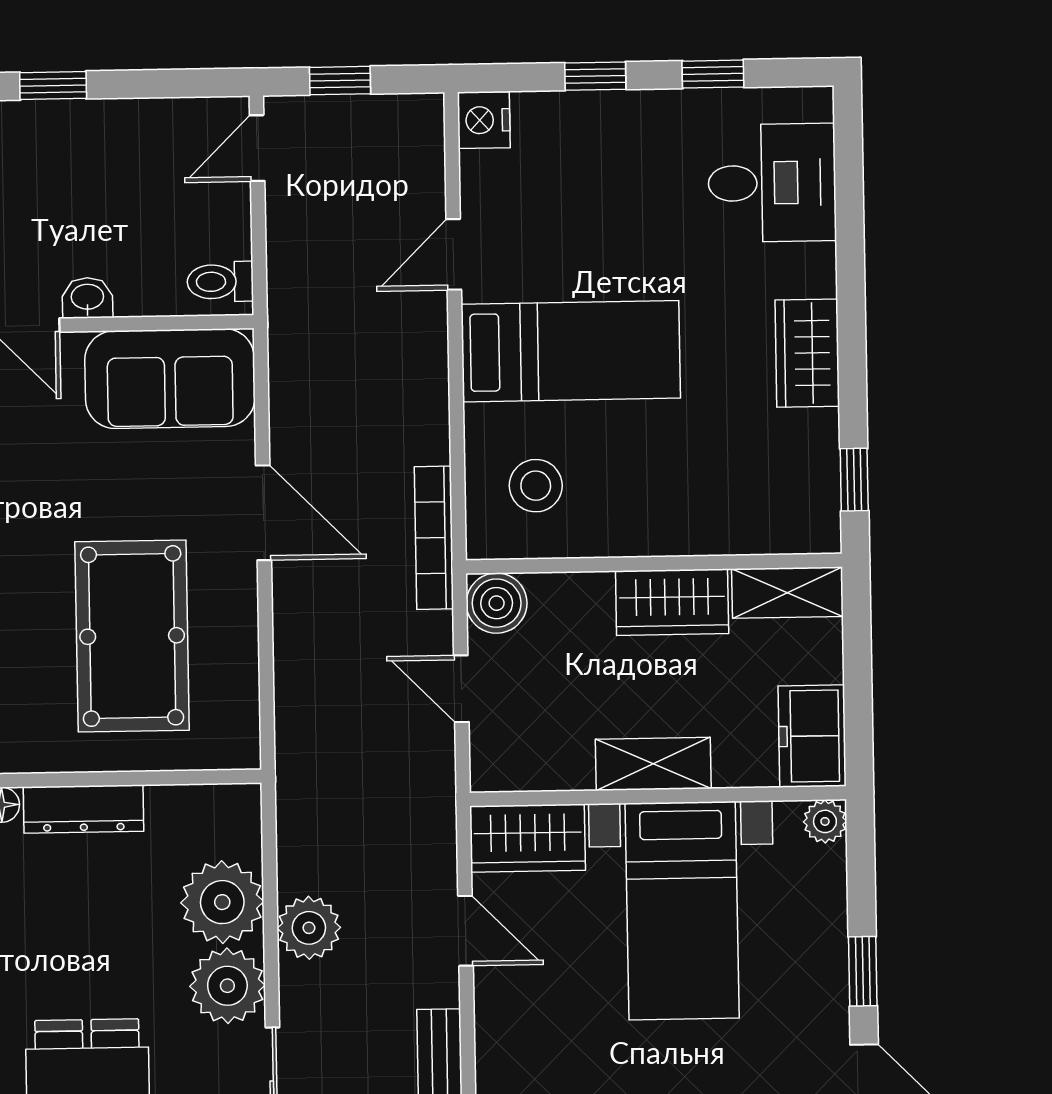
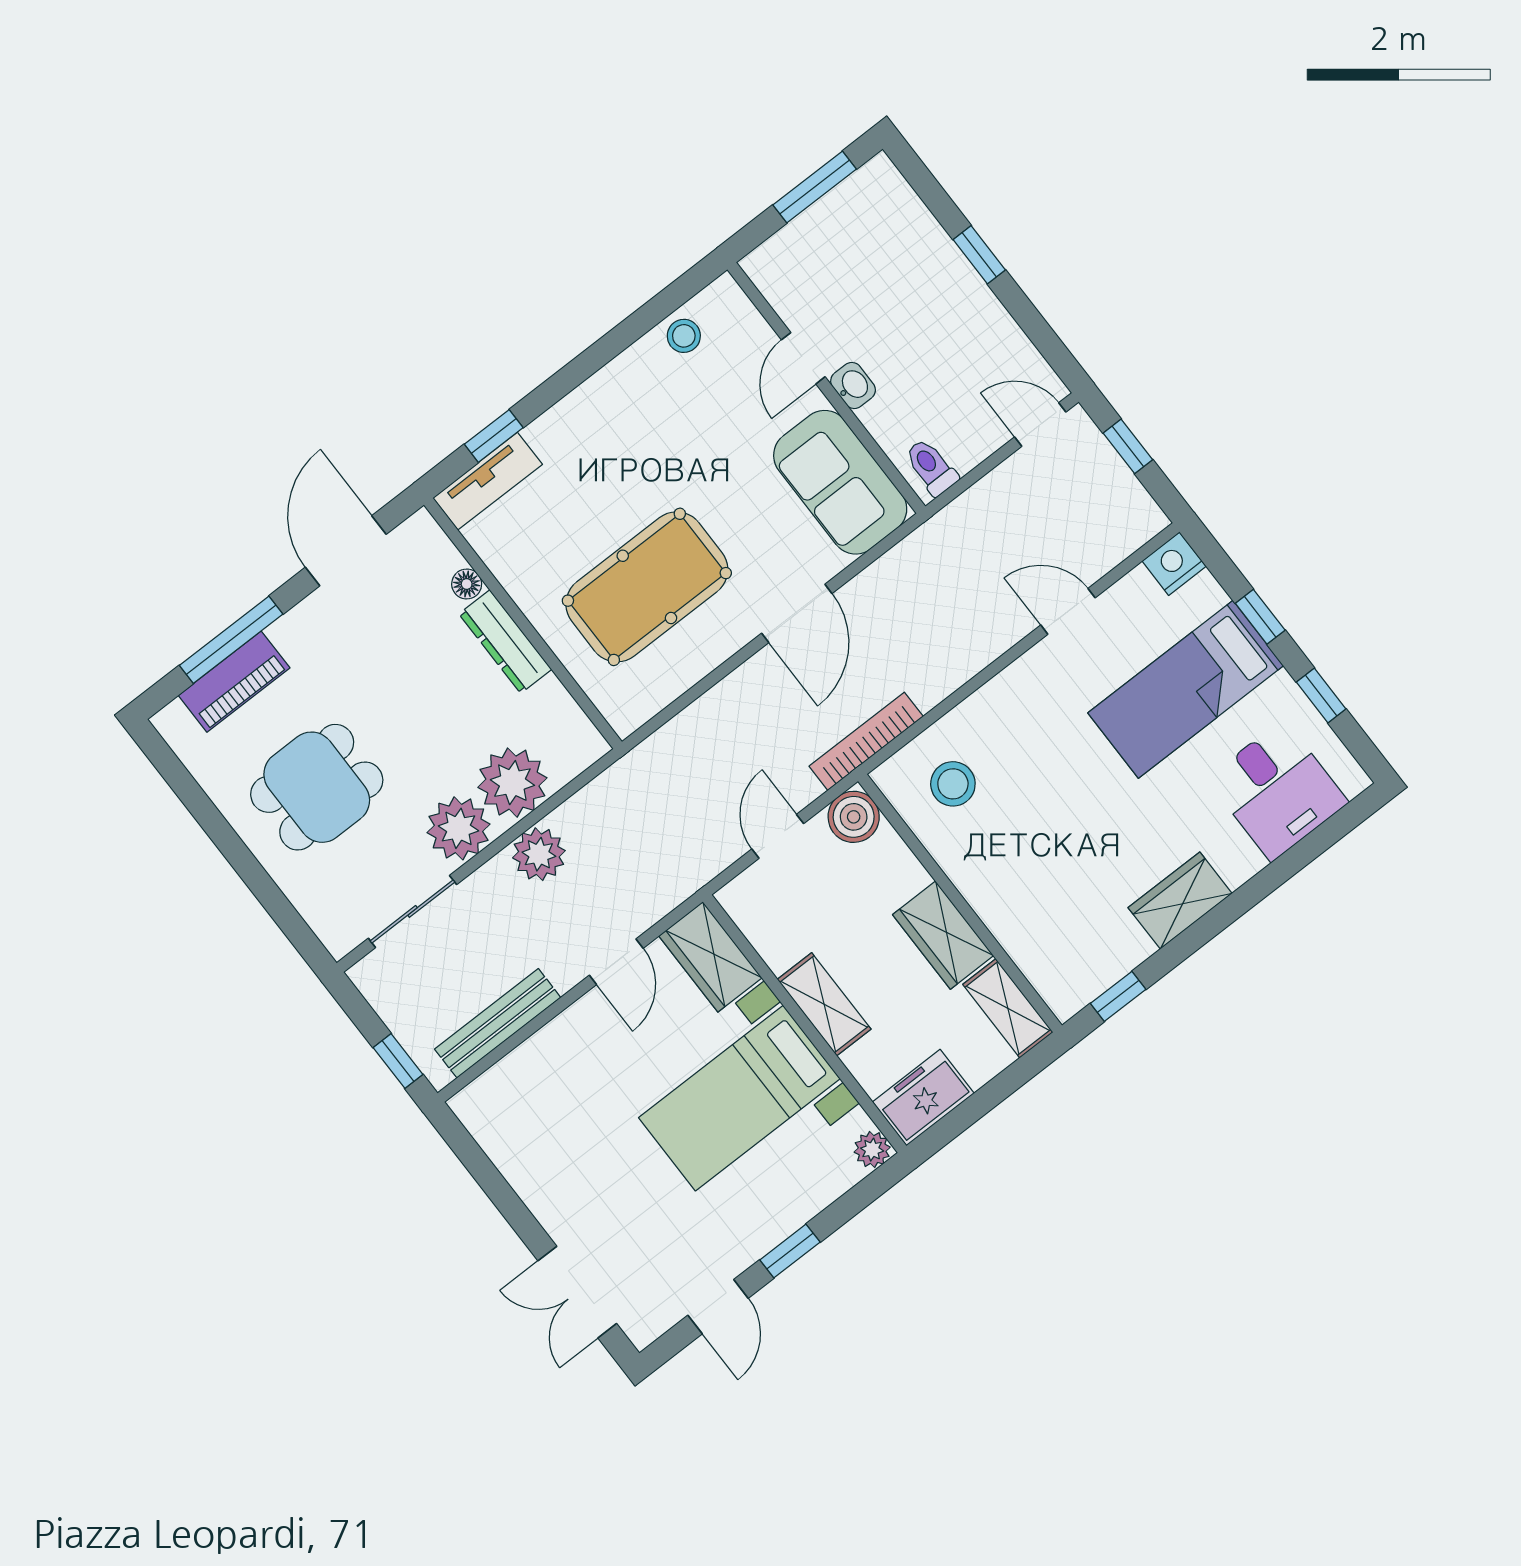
bed: (571, 351) -> (1186, 689), moved, turned 90

